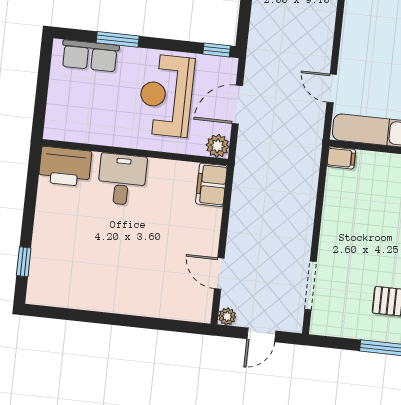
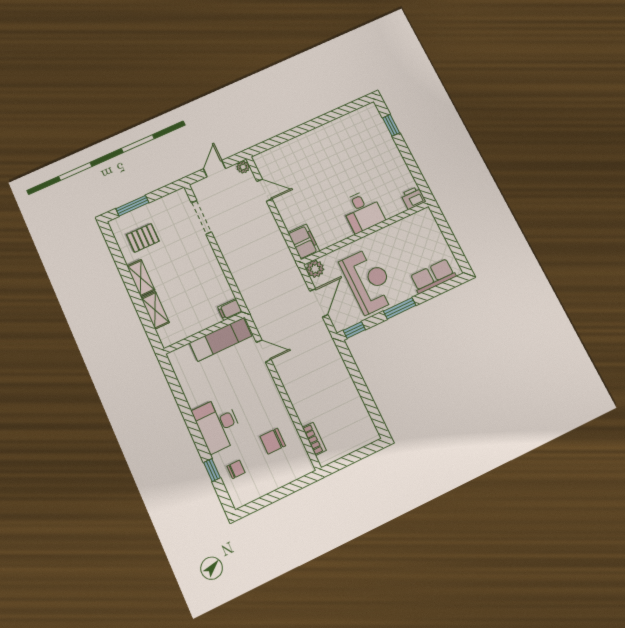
window: (118, 39) -> (400, 308), moved
printer: (65, 167) -> (413, 198), width x0.53, depth x0.68

